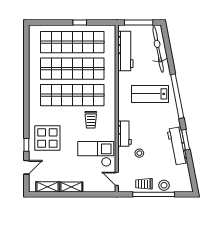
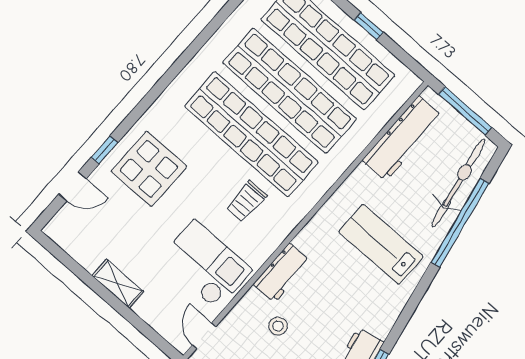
window: (177, 96) -> (460, 223), moved
shelving: (47, 187) -> (79, 249), removed

